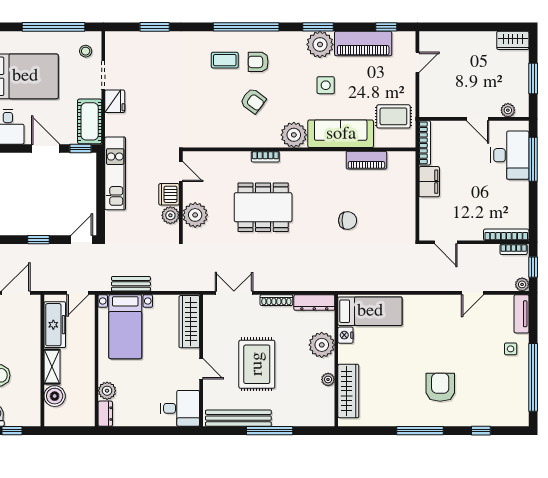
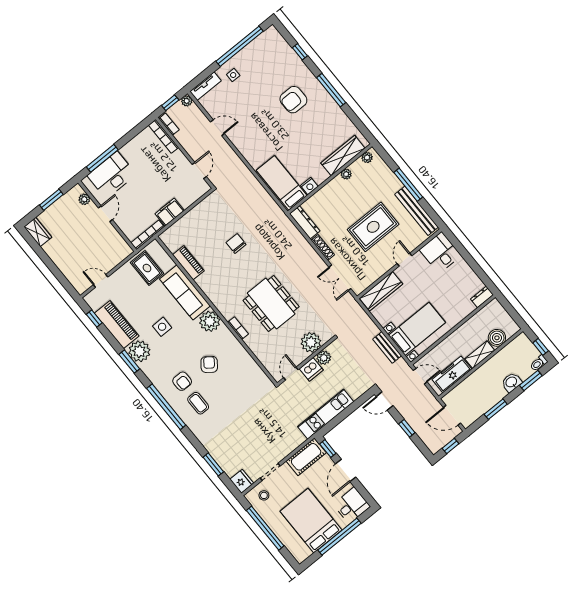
fridge: (115, 101) -> (242, 481), moved, turned 90
plant: (322, 345) -> (367, 157), moved, width x0.53, depth x0.53
plant: (107, 391) -> (467, 308), removed

